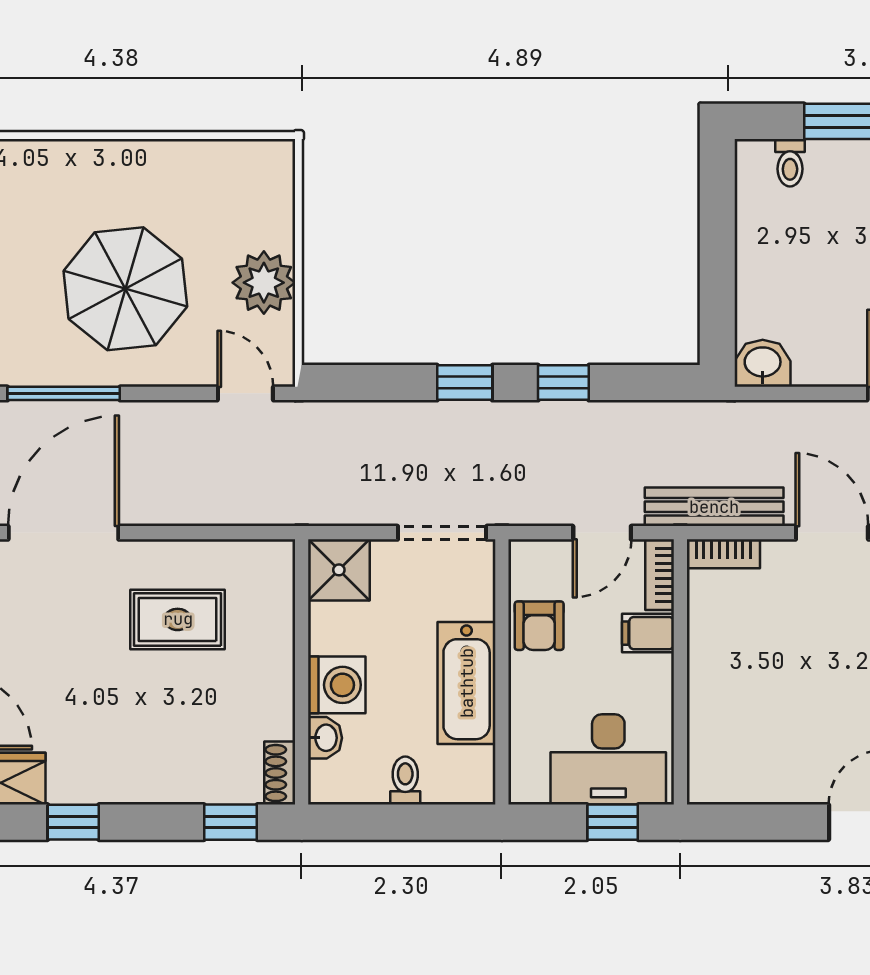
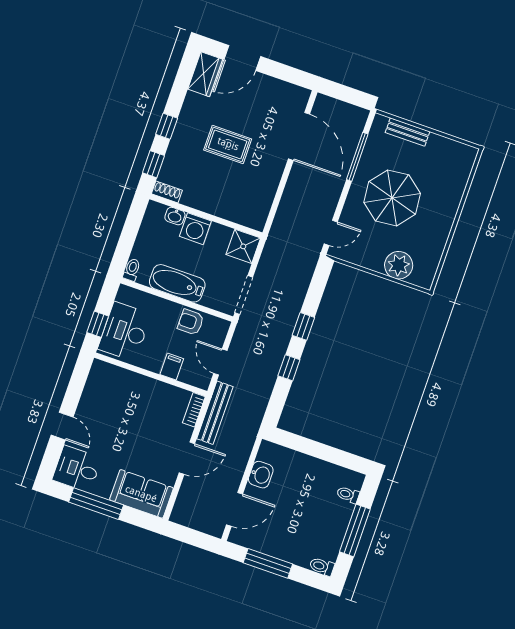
plant: (264, 283) -> (399, 265), moved
washbasin: (763, 363) -> (261, 475), moved
bookcase: (660, 575) -> (194, 380), removed
rug: (178, 619) -> (228, 144), moved, turned 90
toilet: (405, 781) -> (132, 270), moved, turned -90
window: (73, 822) -> (167, 126), moved

